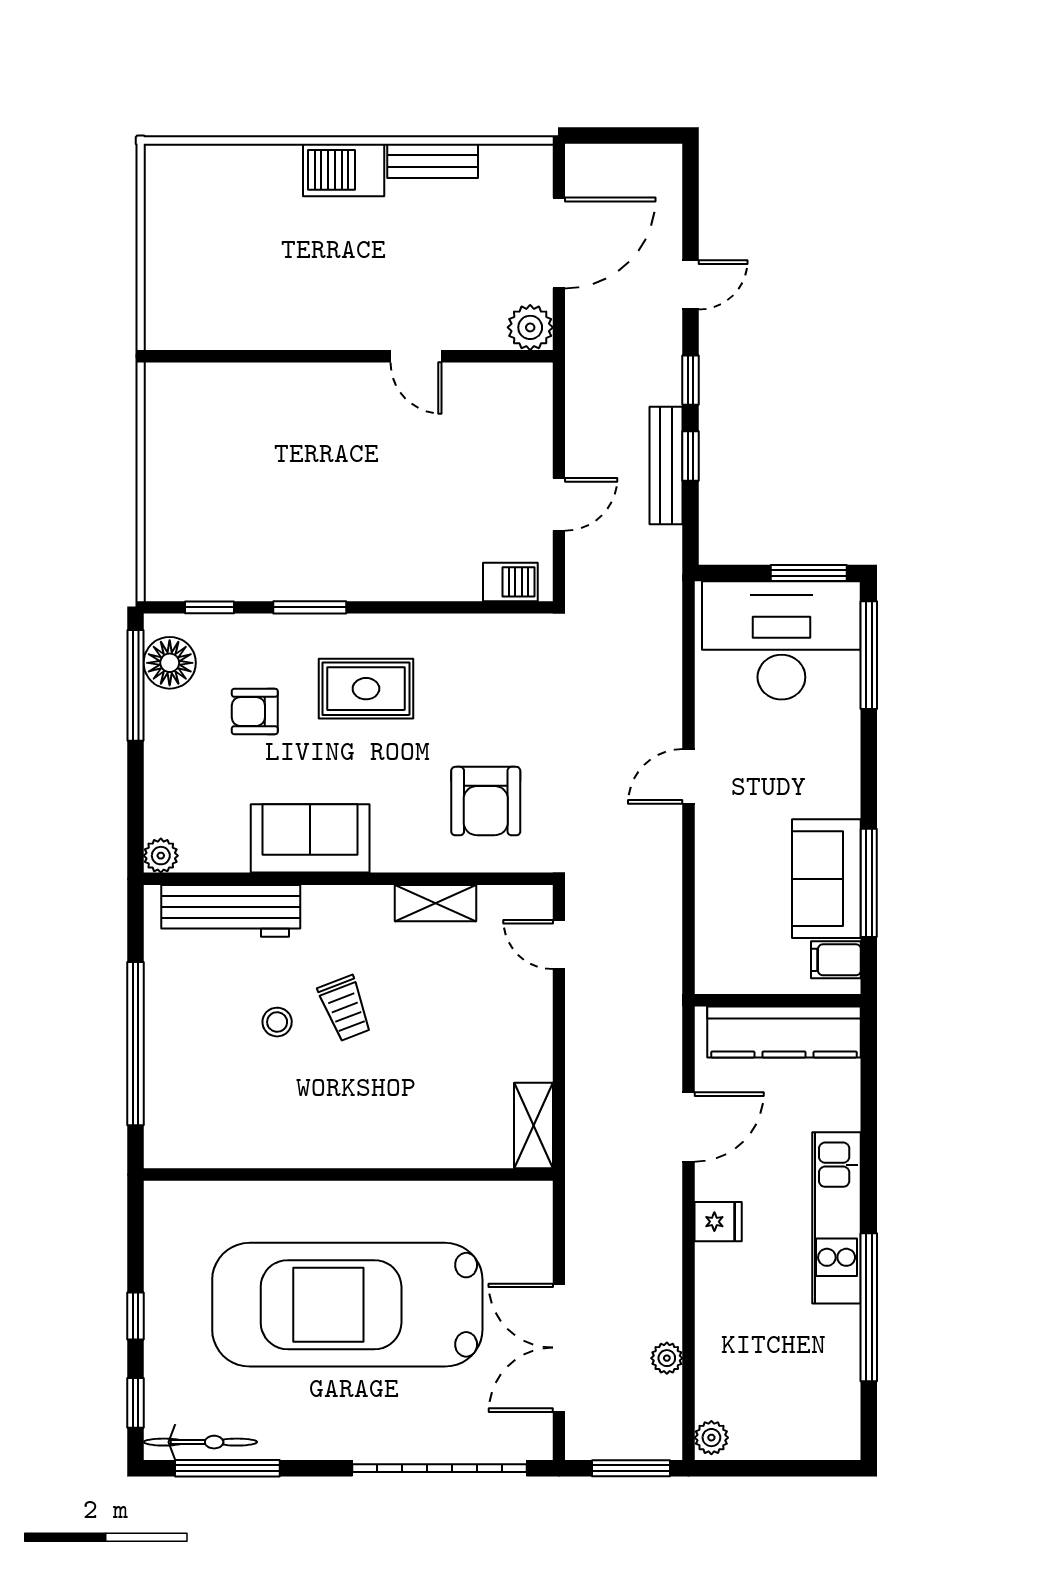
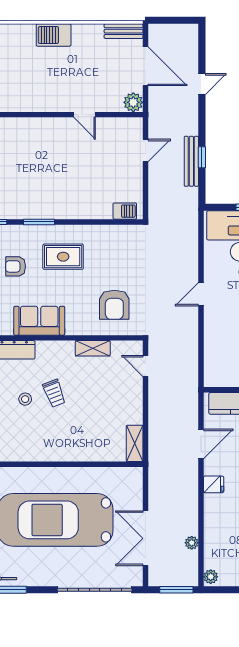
bench: (433, 161) -> (124, 31), moved
door: (559, 243) -> (146, 66), hinge flipped
window: (691, 380) -> (202, 125), removed
door: (559, 504) -> (146, 150), moved

